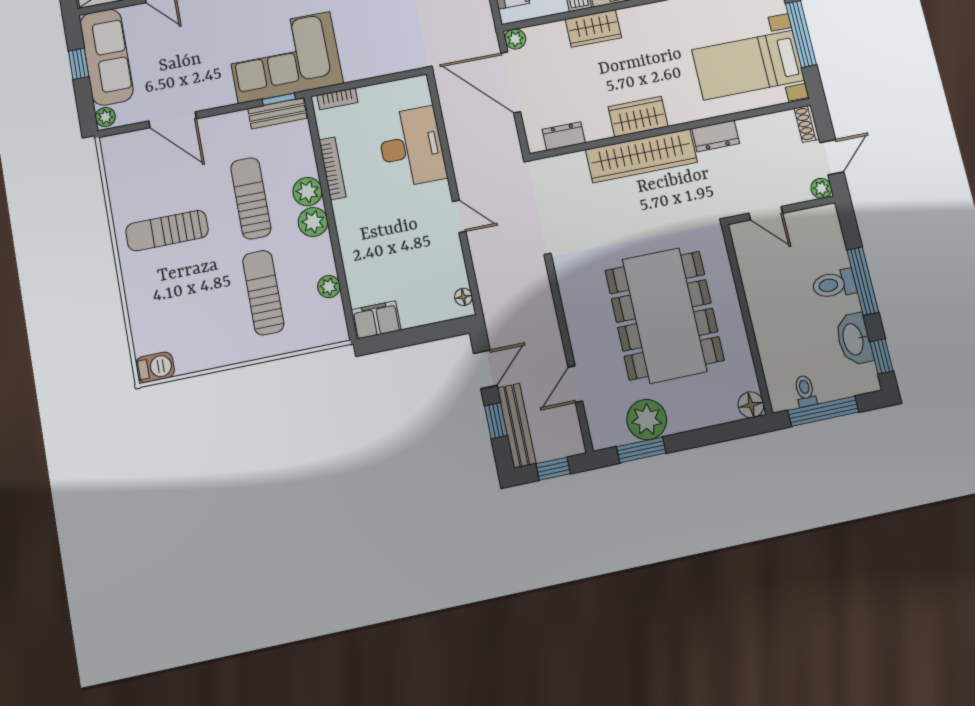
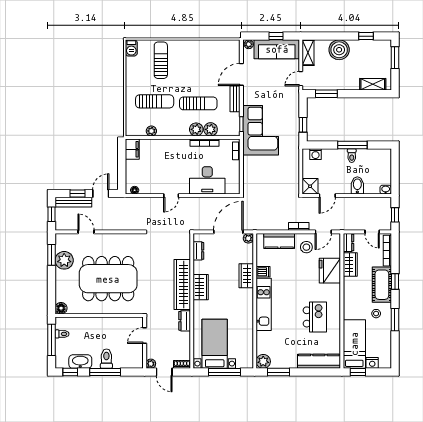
bench: (277, 113) -> (235, 99), moved
plant: (313, 222) -> (211, 129), moved
sun lounger: (167, 231) -> (161, 60), moved
door: (485, 369) -> (101, 193), swing flipped

